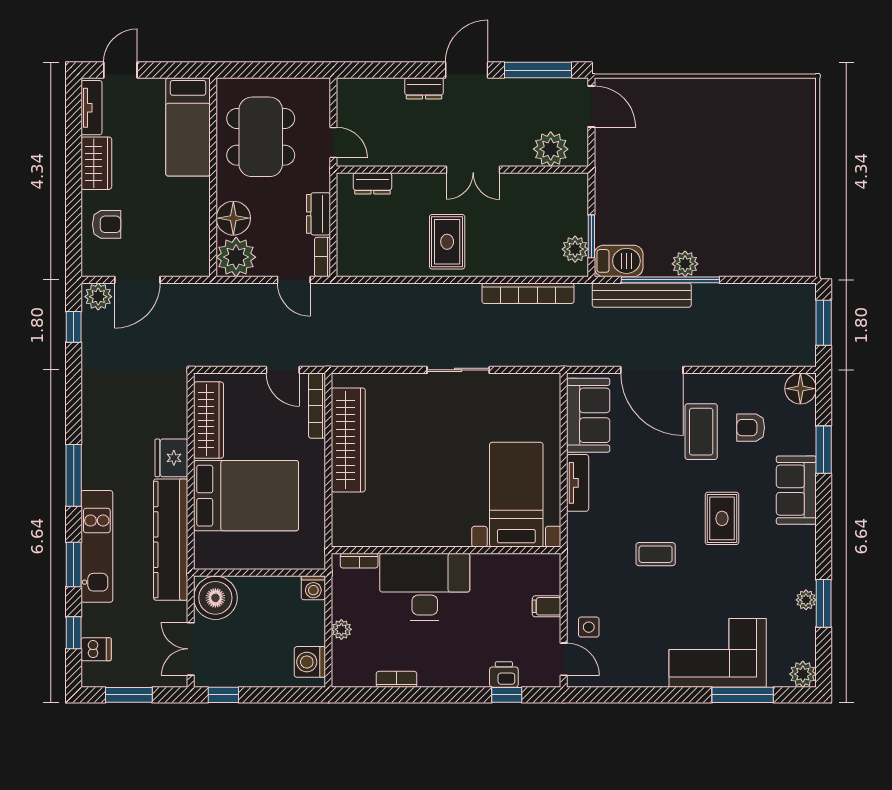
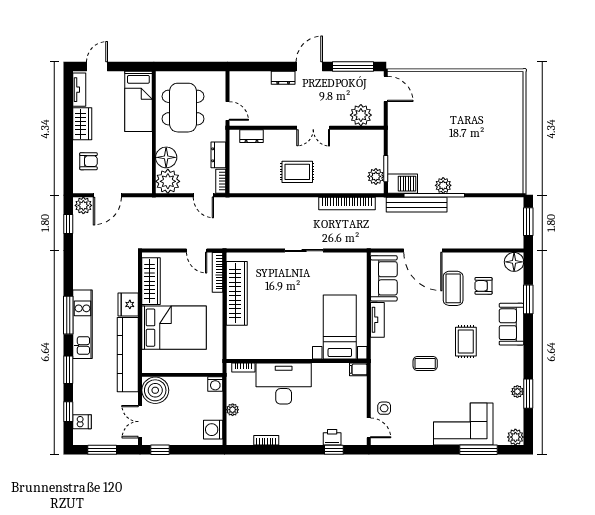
rug: (447, 242) -> (297, 172), turned 90
kitchen unit: (97, 546) -> (82, 324), moved
filing cabinet: (547, 606) -> (358, 369), moved

